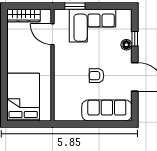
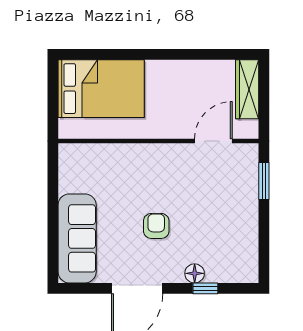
corner sofa: (93, 26) -> (229, 213), removed
armchair: (96, 76) -> (156, 226), moved

